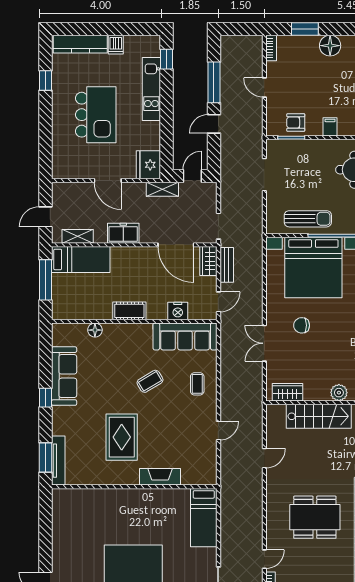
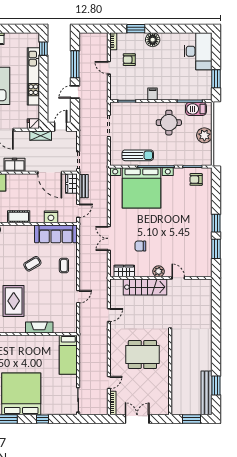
dishwasher: (116, 45) -> (10, 39), removed
kitchen unit: (151, 89) -> (33, 76), width x1.36
armchair: (296, 122) -> (129, 60), moved
fridge: (148, 165) -> (33, 124), width x0.53, depth x0.75
chair: (302, 325) -> (140, 246), moved

